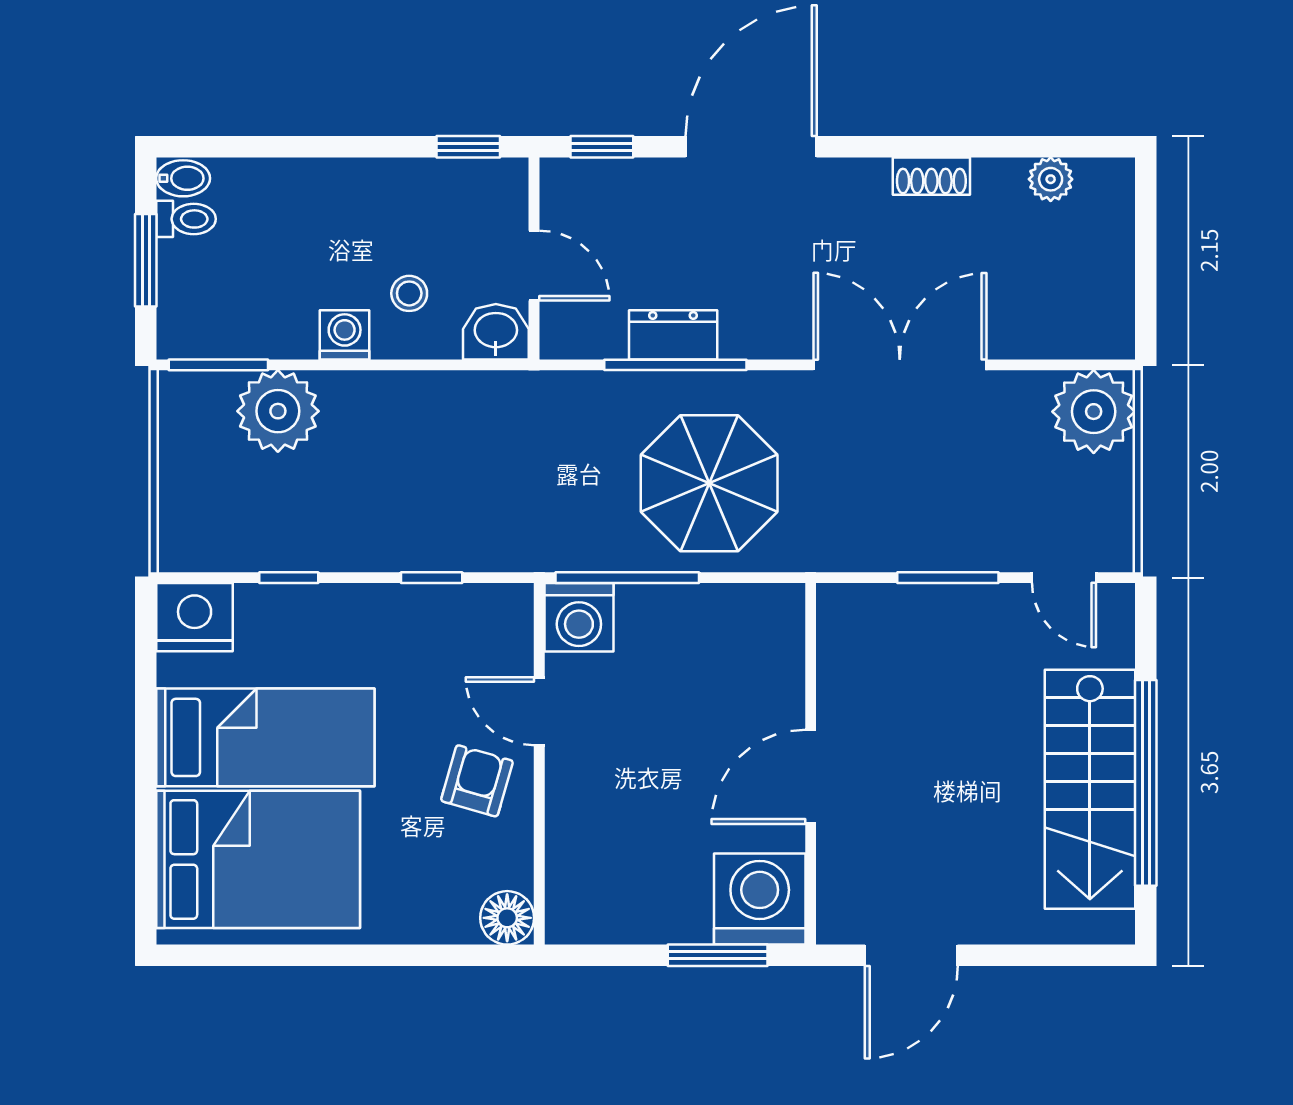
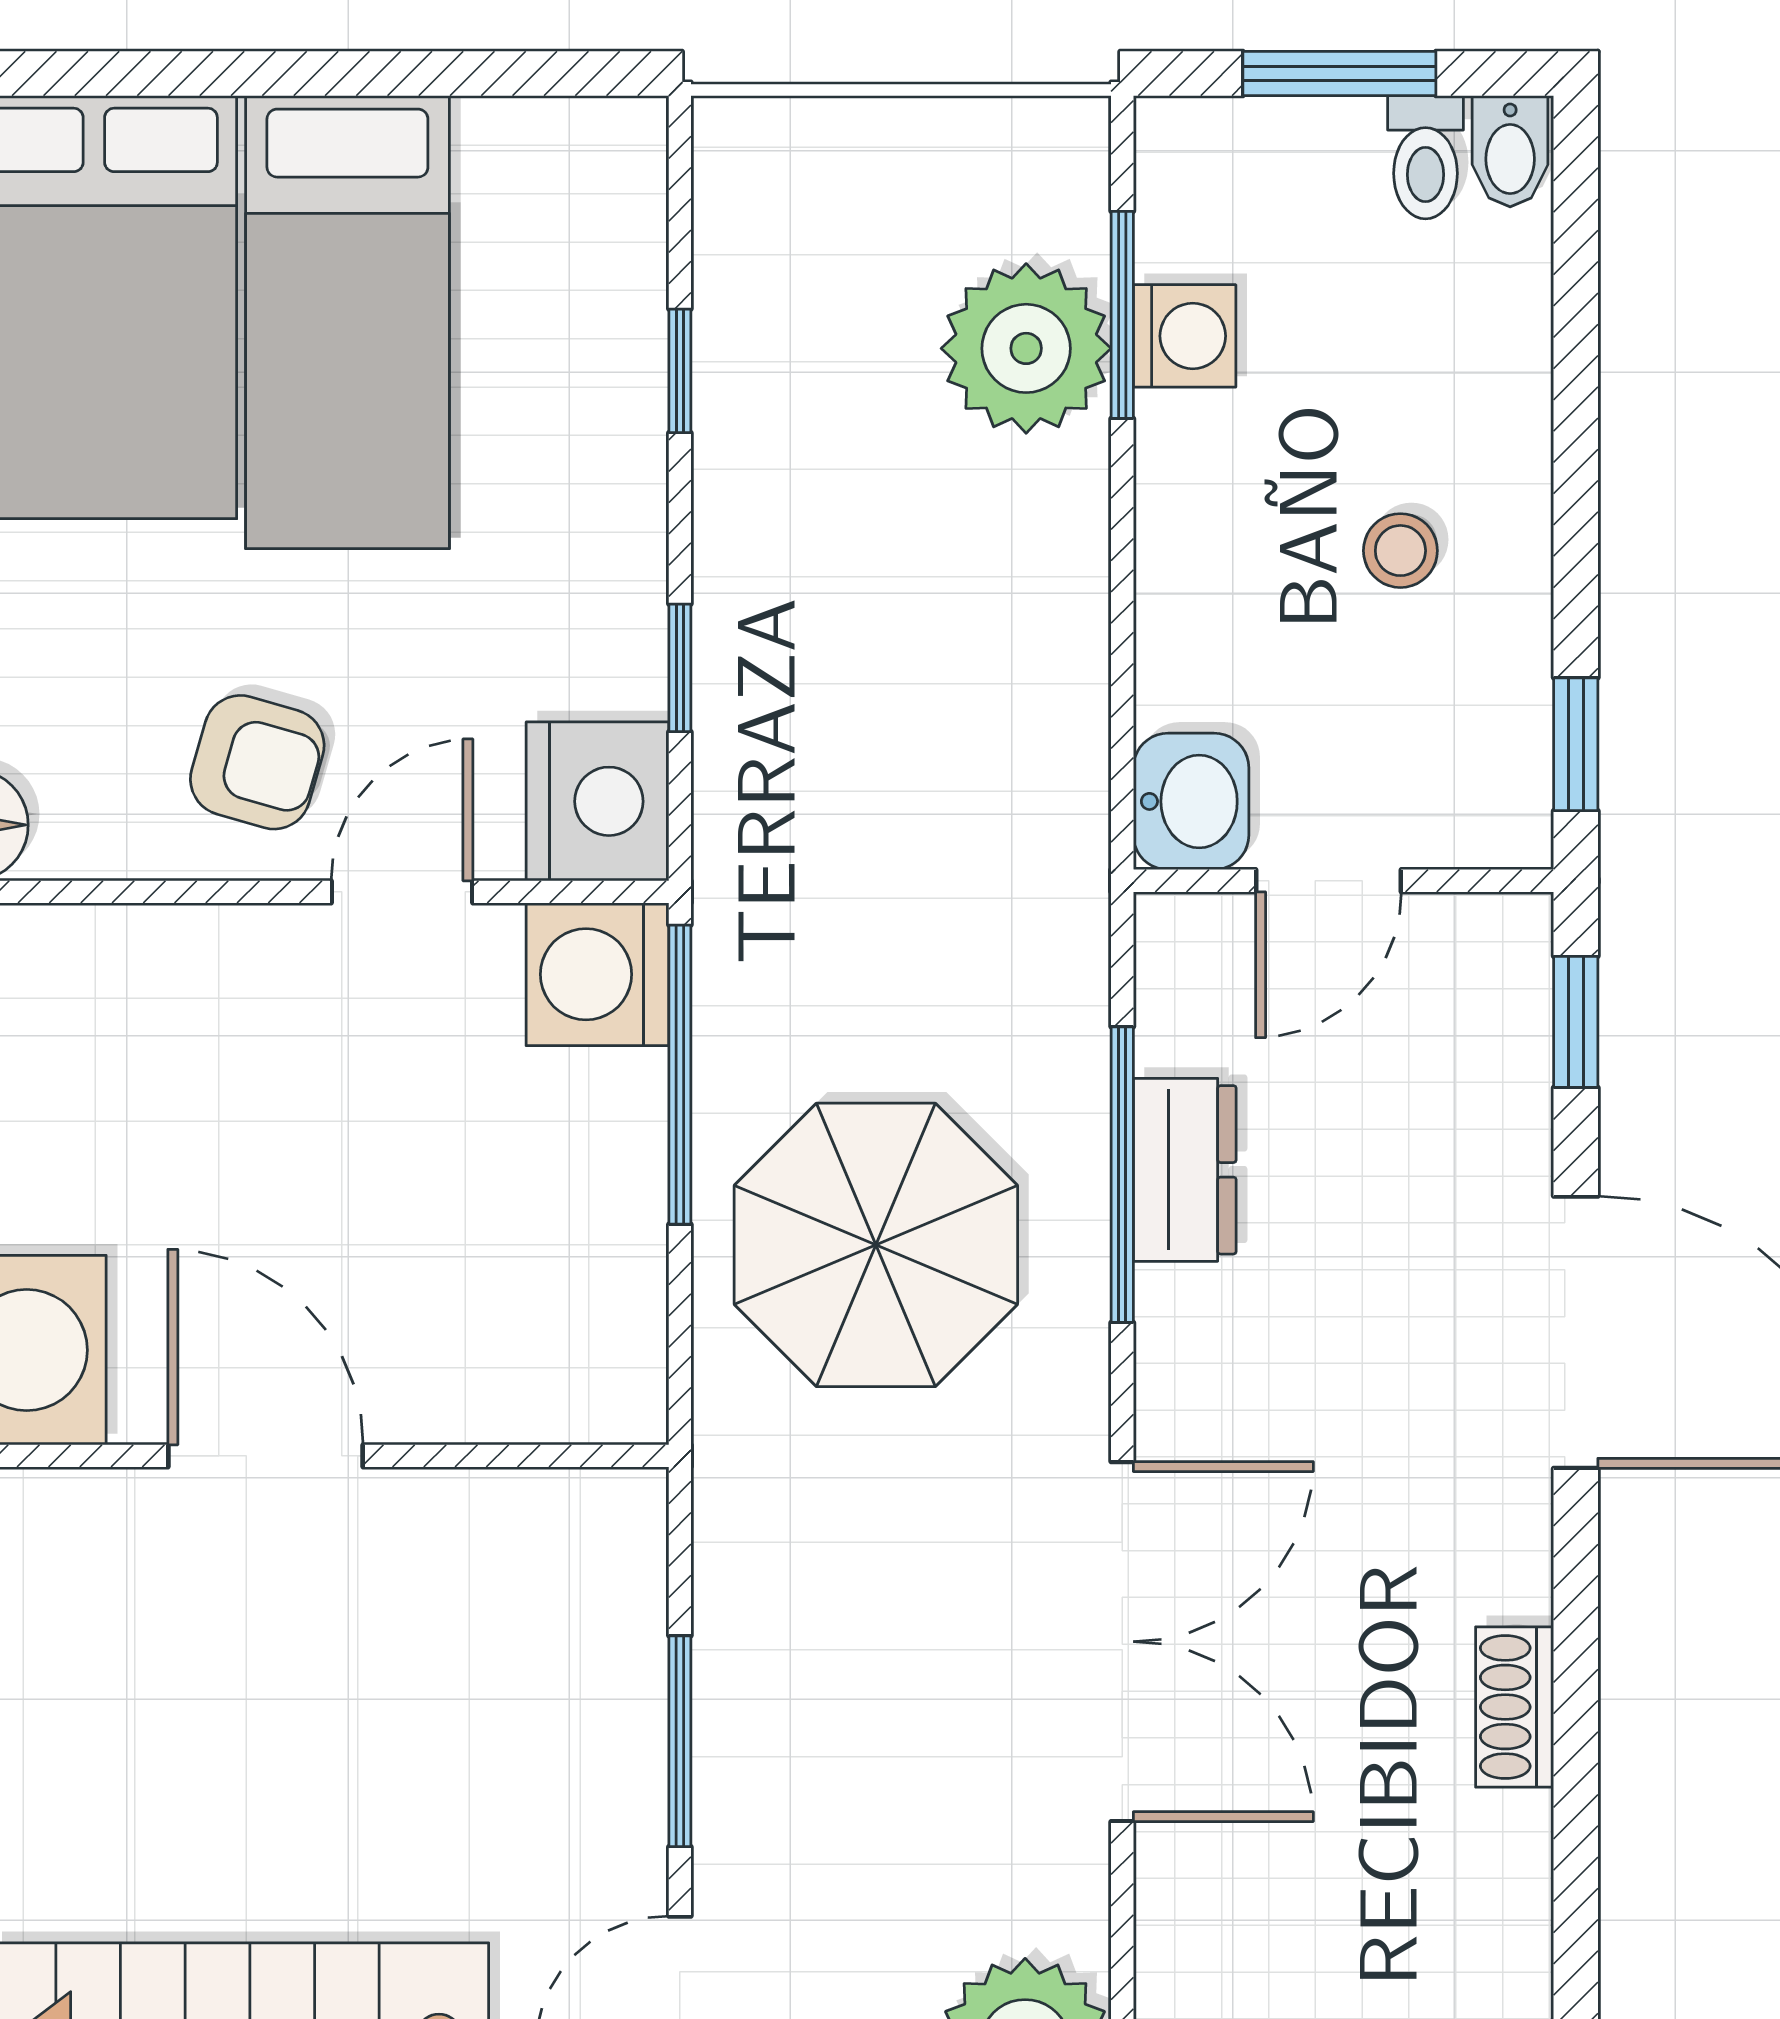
plant: (1051, 179) -> (1508, 1955), removed
stool: (409, 293) -> (1400, 551), moved
washing machine: (345, 335) -> (1185, 336), moved
window: (218, 365) -> (1122, 315), moved
nightstand: (195, 617) -> (597, 801), moved

